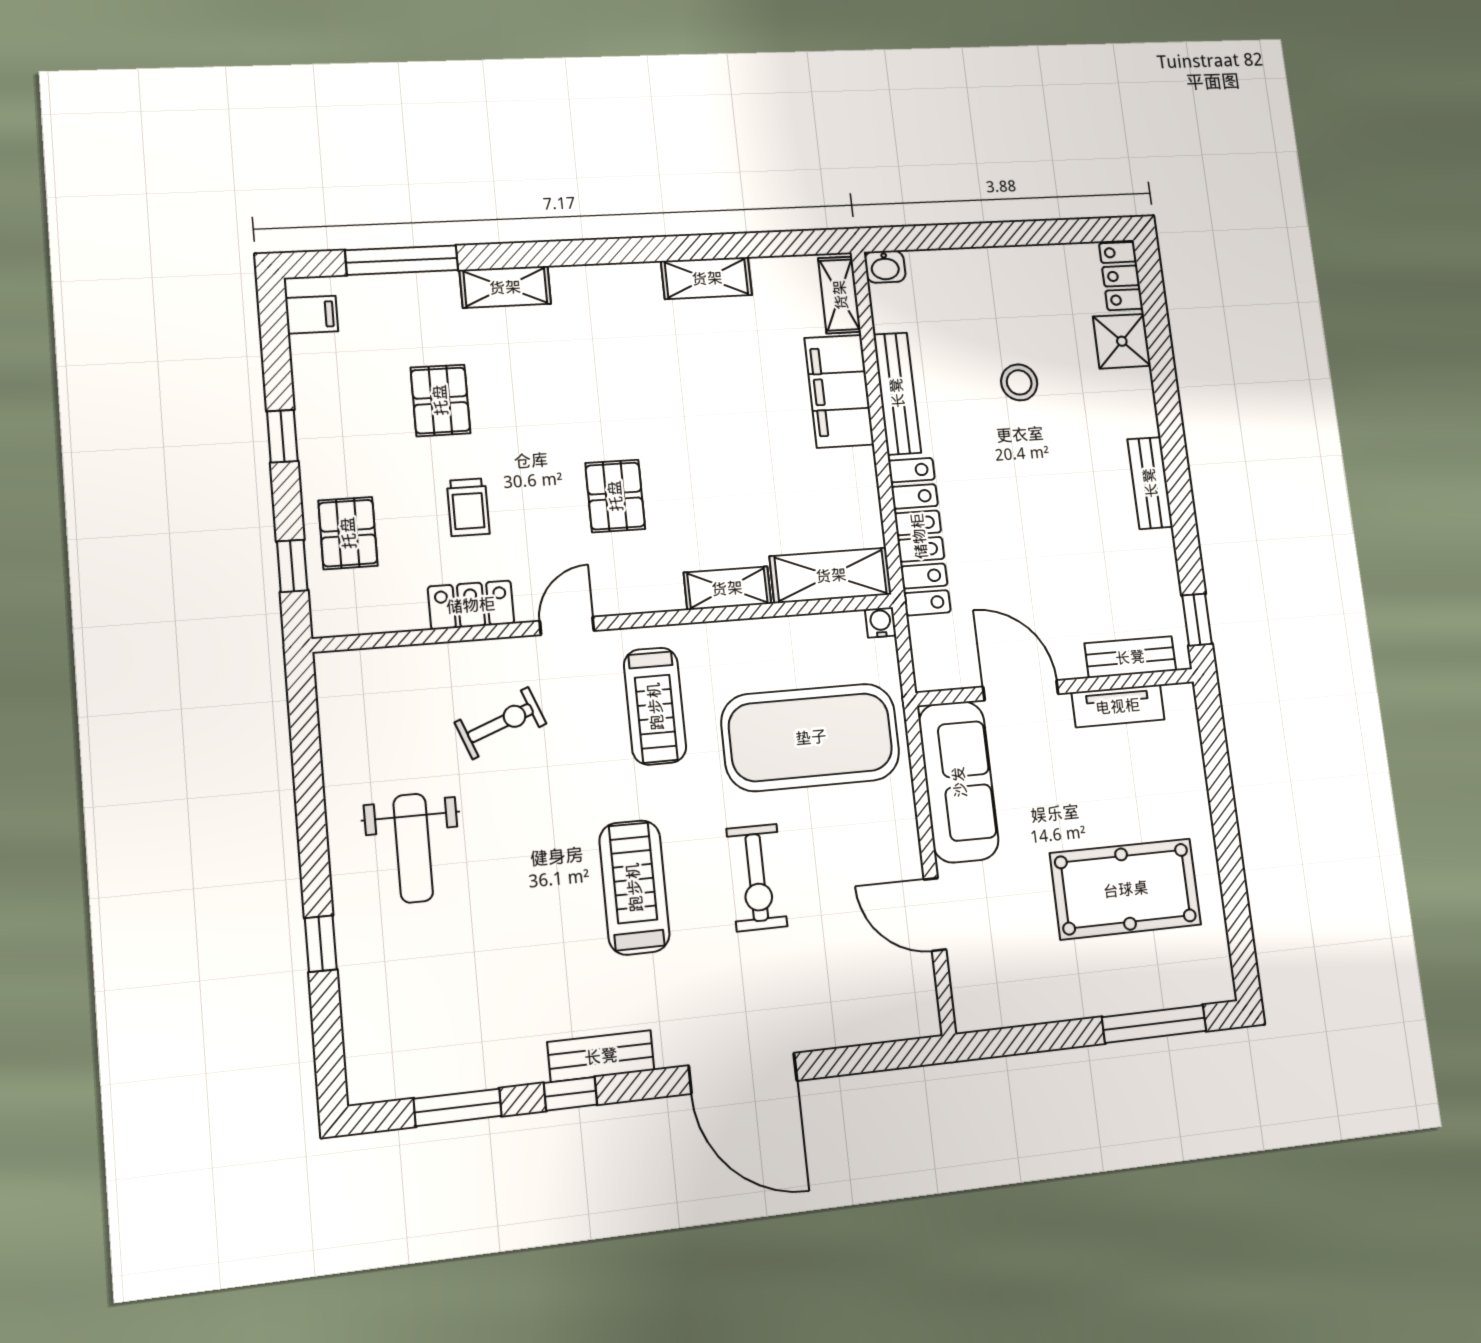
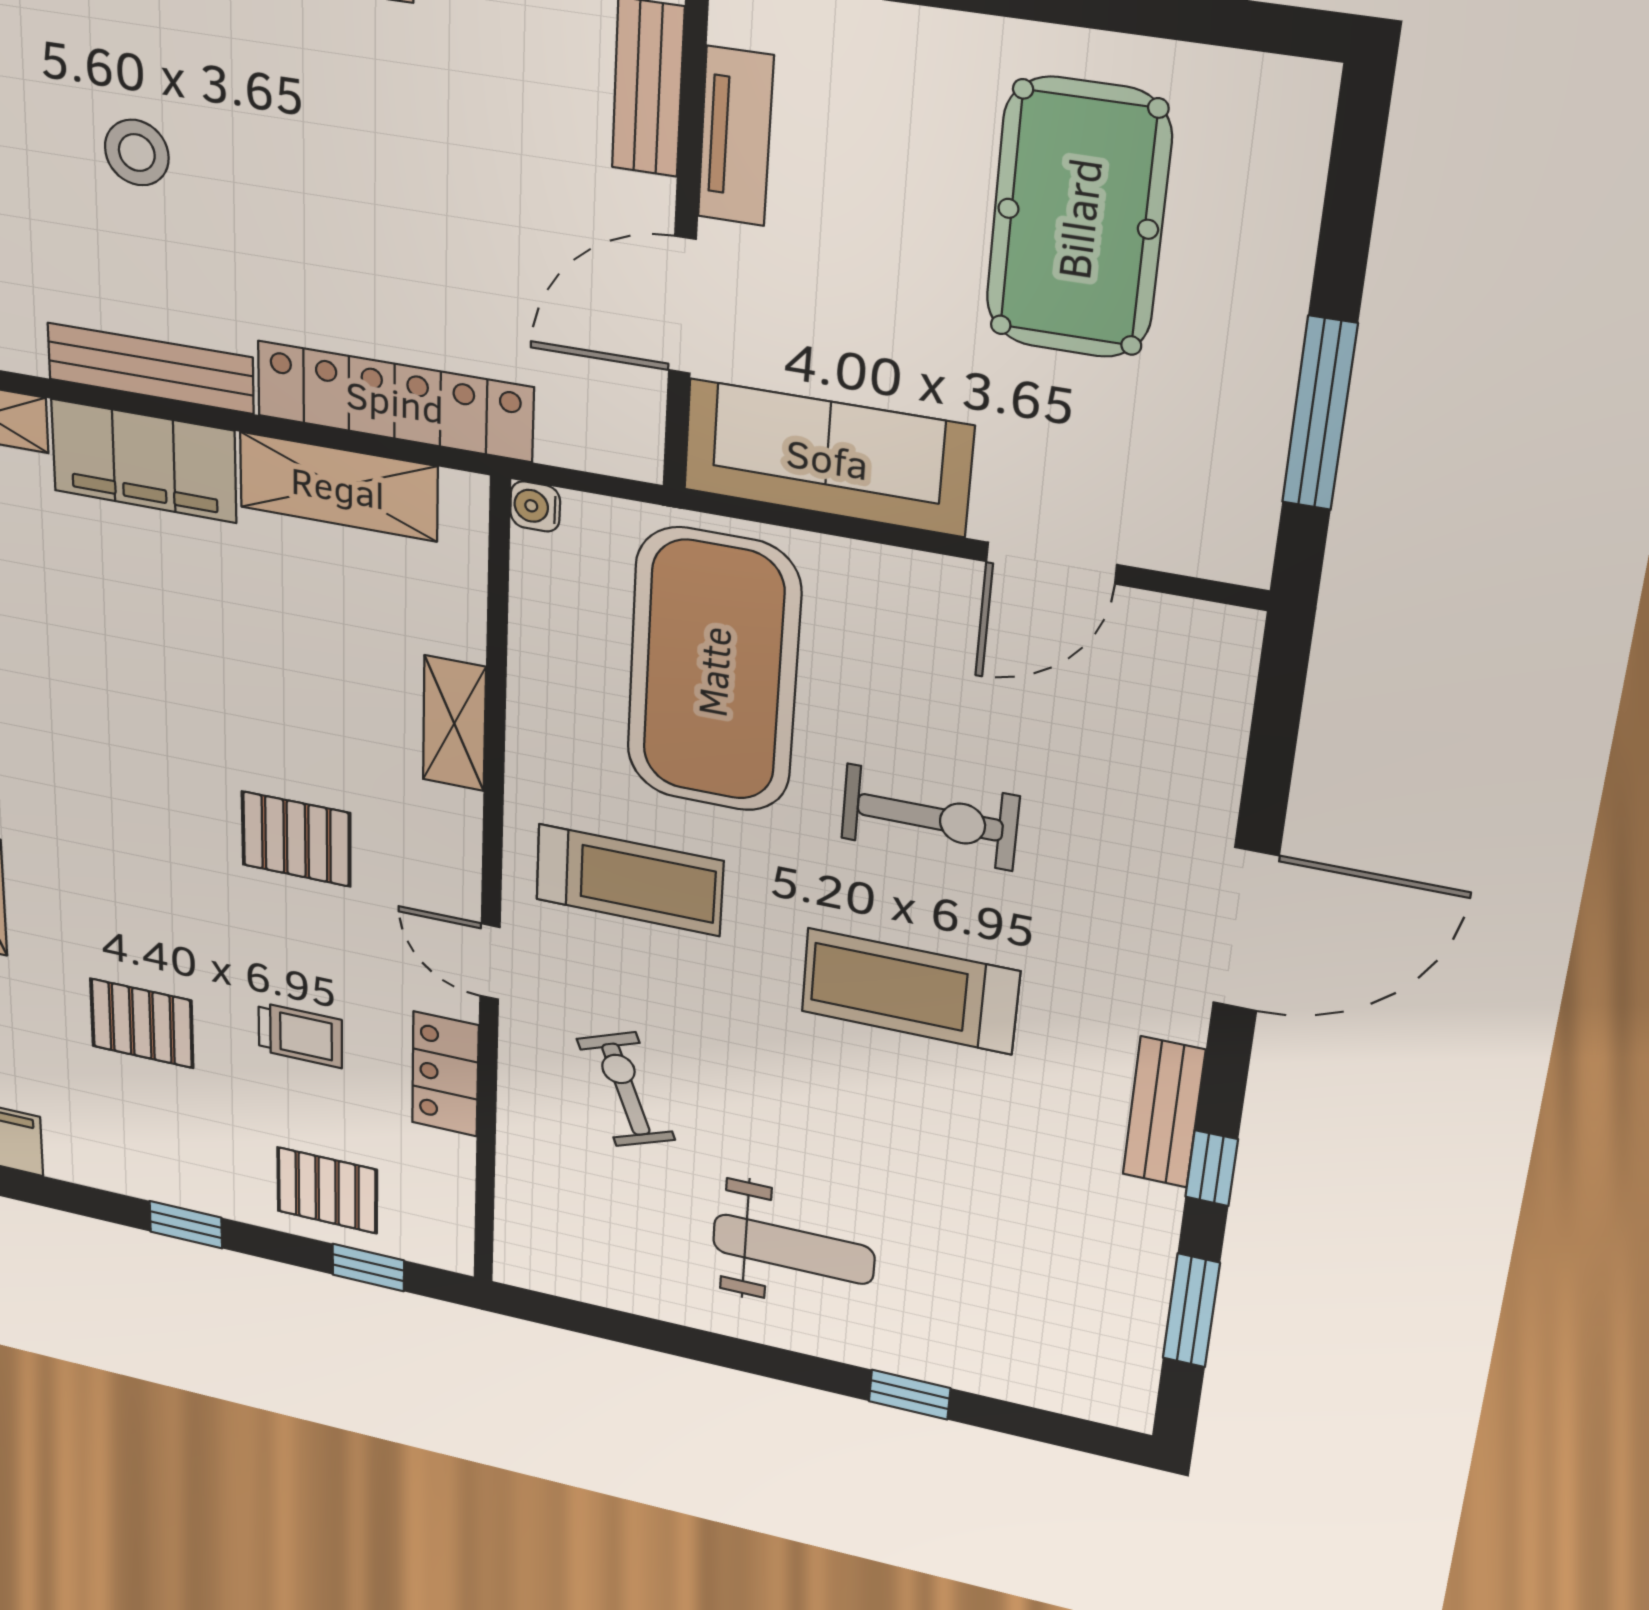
shelving: (831, 575) -> (338, 487), moved, turned 90
window: (1154, 1024) -> (1320, 414), moved

